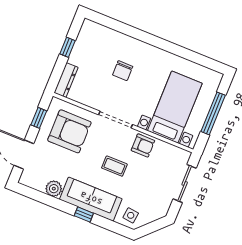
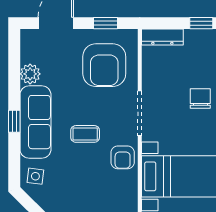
chair: (123, 71) -> (200, 98), turned 90
coffee table: (114, 166) -> (85, 134), turned 90

